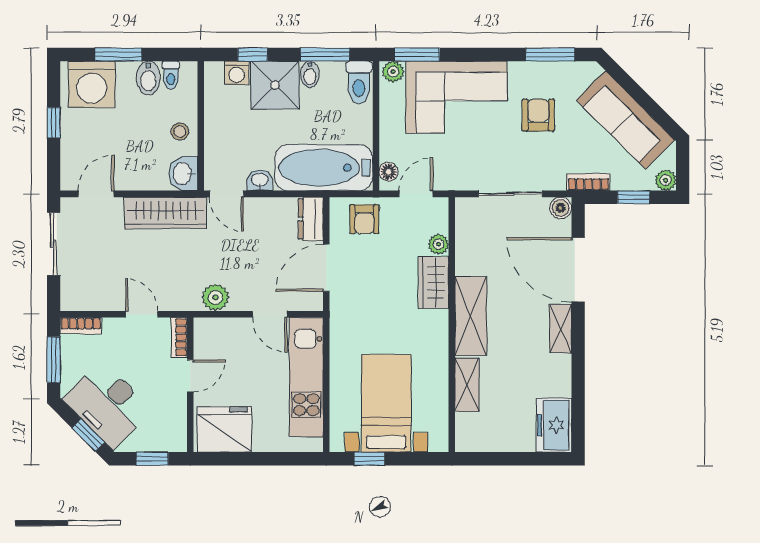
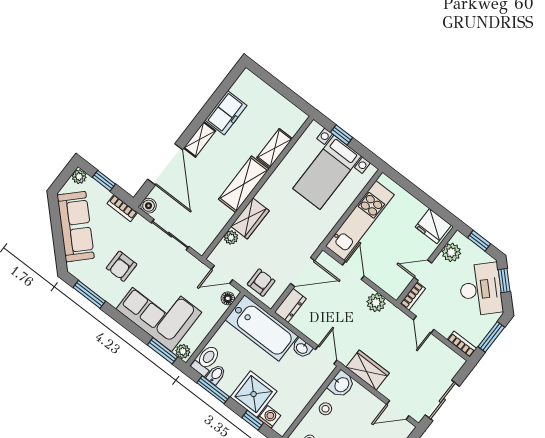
bidet: (310, 74) -> (216, 375), moved
wardrobe: (166, 213) -> (368, 370), width x0.67
plant: (173, 421) -> (451, 252), added
freezer: (554, 425) -> (226, 113), moved
fridge: (225, 429) -> (433, 226), width x0.73, depth x0.75
window: (369, 459) -> (342, 135), moved

